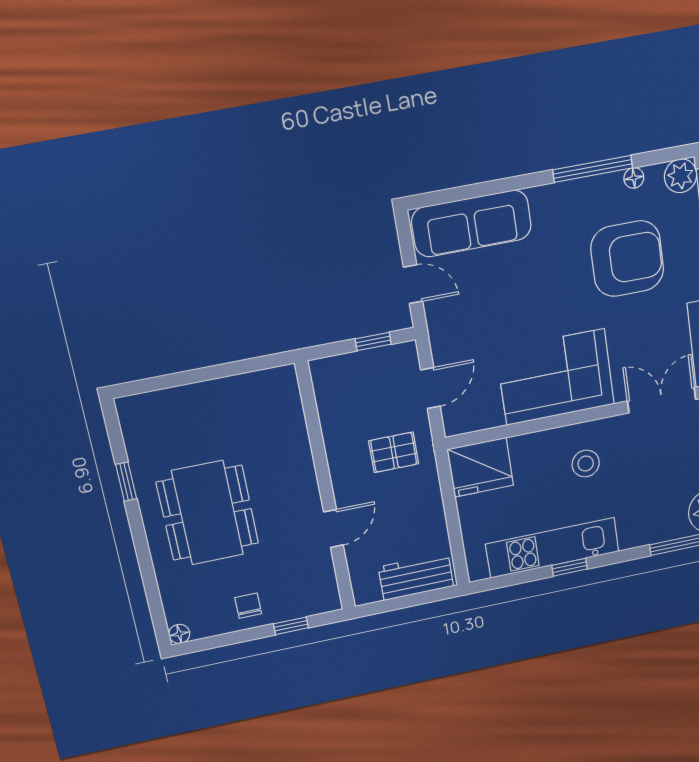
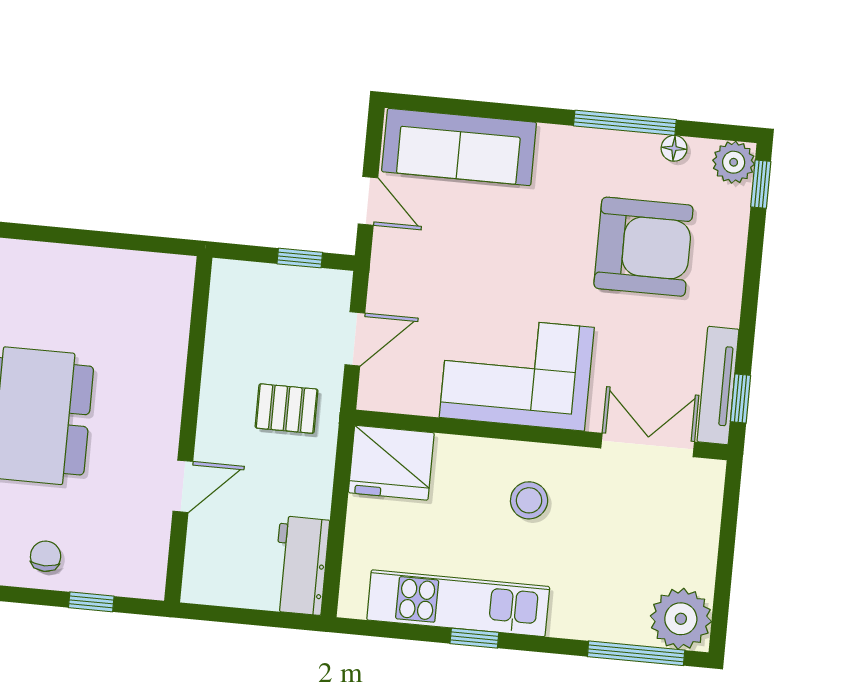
workbench: (416, 577) -> (301, 566), moved, turned -90

